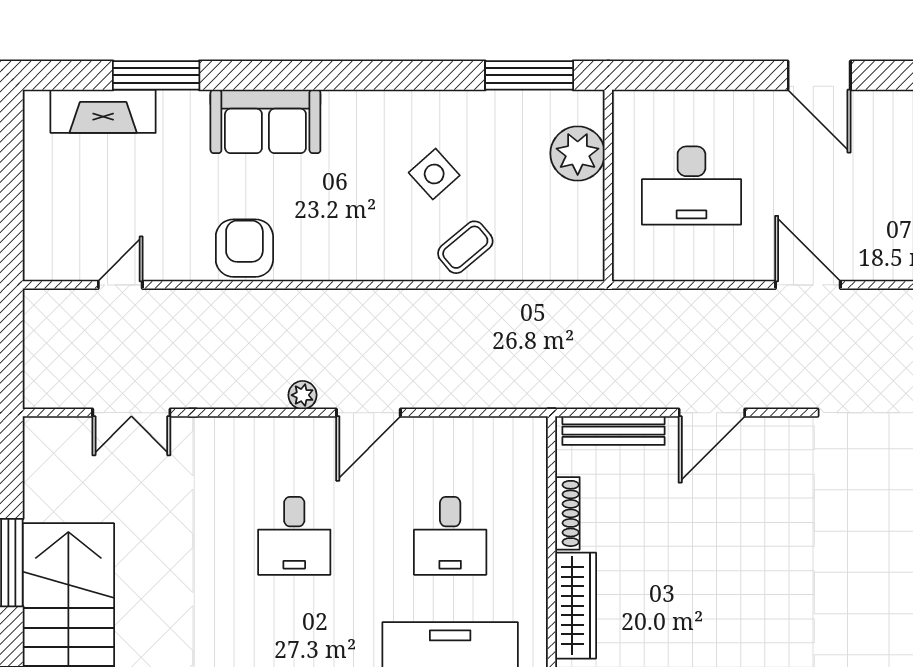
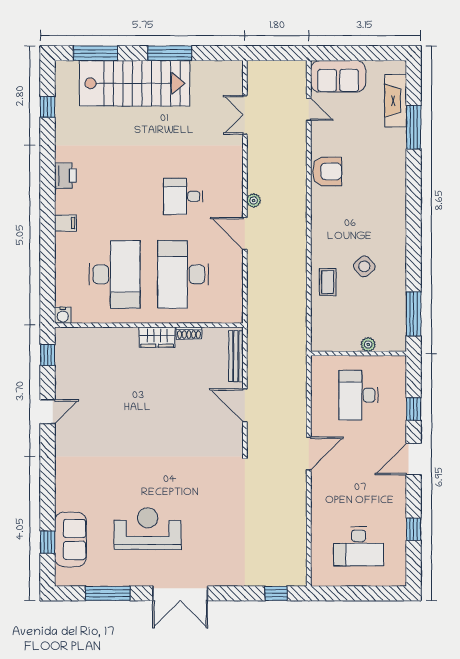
window: (719, 75) -> (414, 409), added
sofa: (265, 121) -> (338, 76), moved, turned -90
plant: (578, 153) -> (368, 344), width x0.53, depth x0.53
coffee table: (465, 247) -> (328, 282), turned 40
shoe rack: (567, 513) -> (189, 333), width x0.70
desk: (450, 536) -> (183, 274), width x1.87, depth x1.30
wardrobe: (576, 606) -> (157, 337), width x0.67

